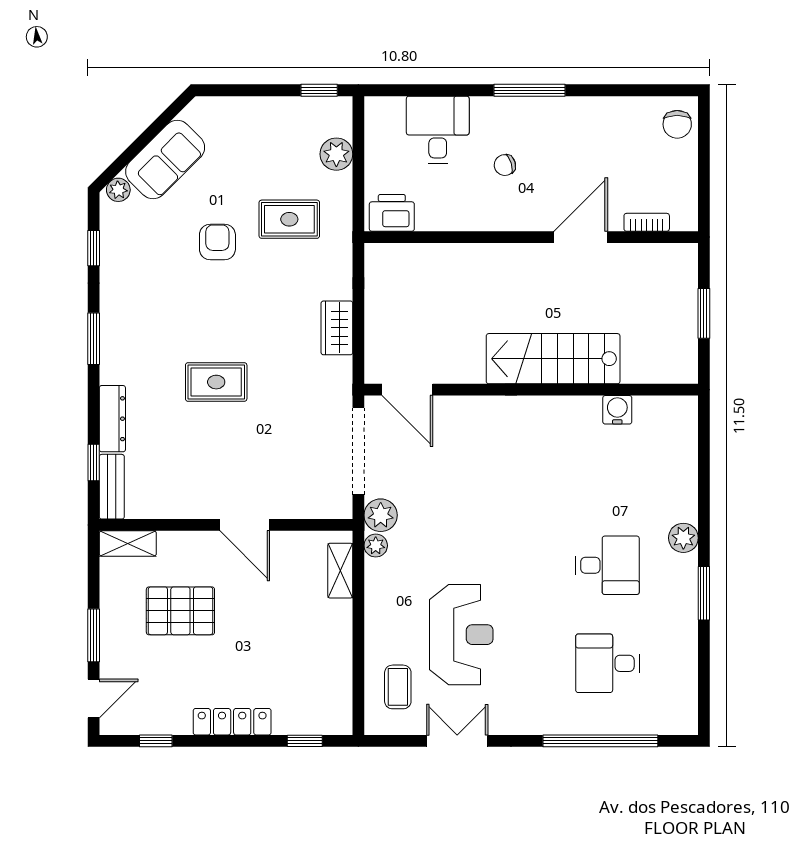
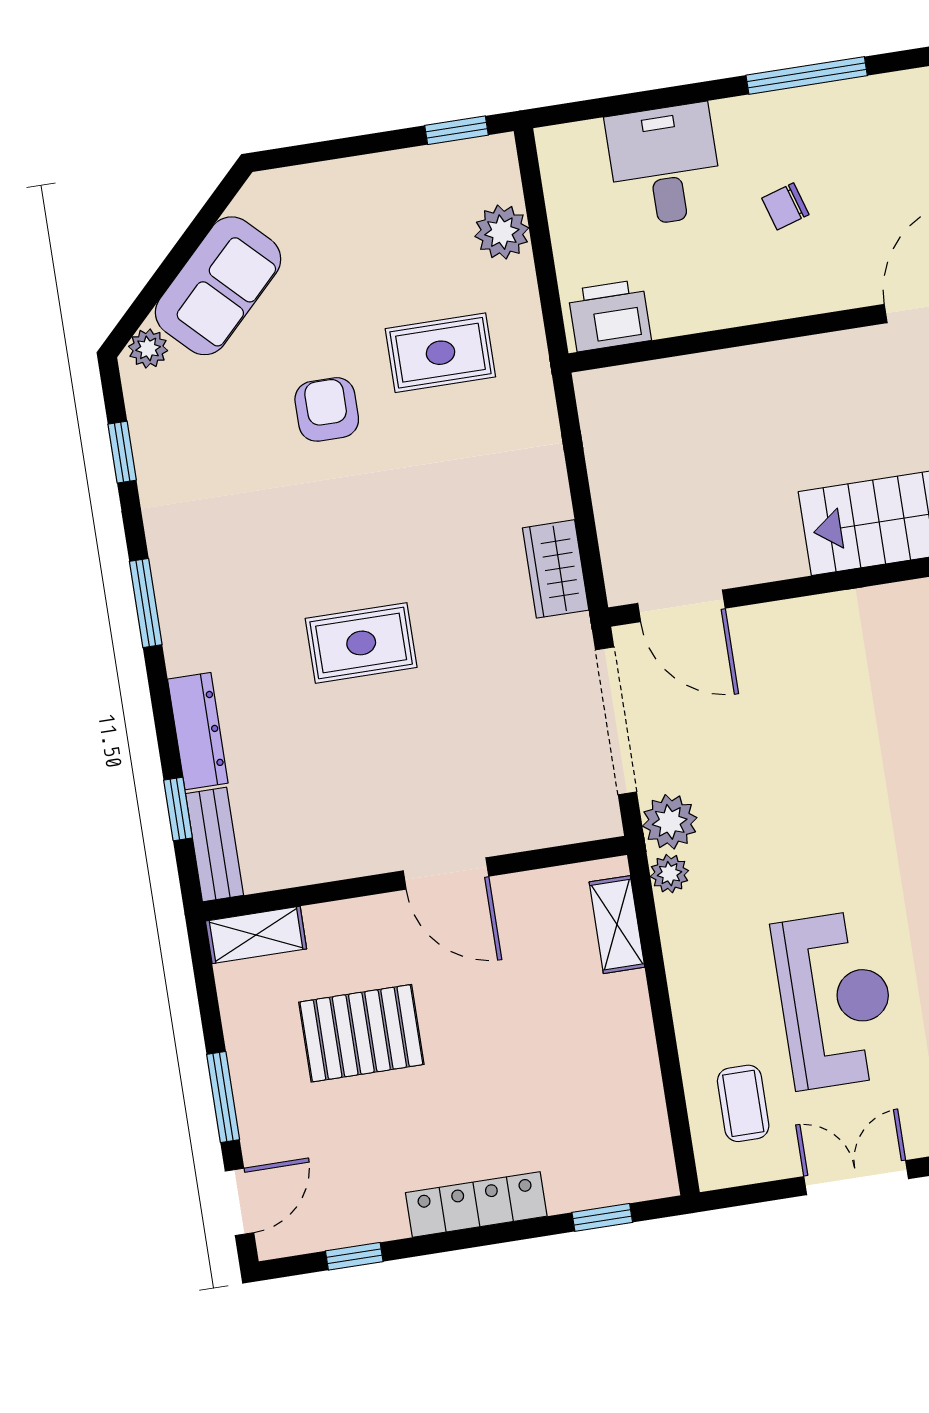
wardrobe: (337, 328) -> (556, 569), moved

